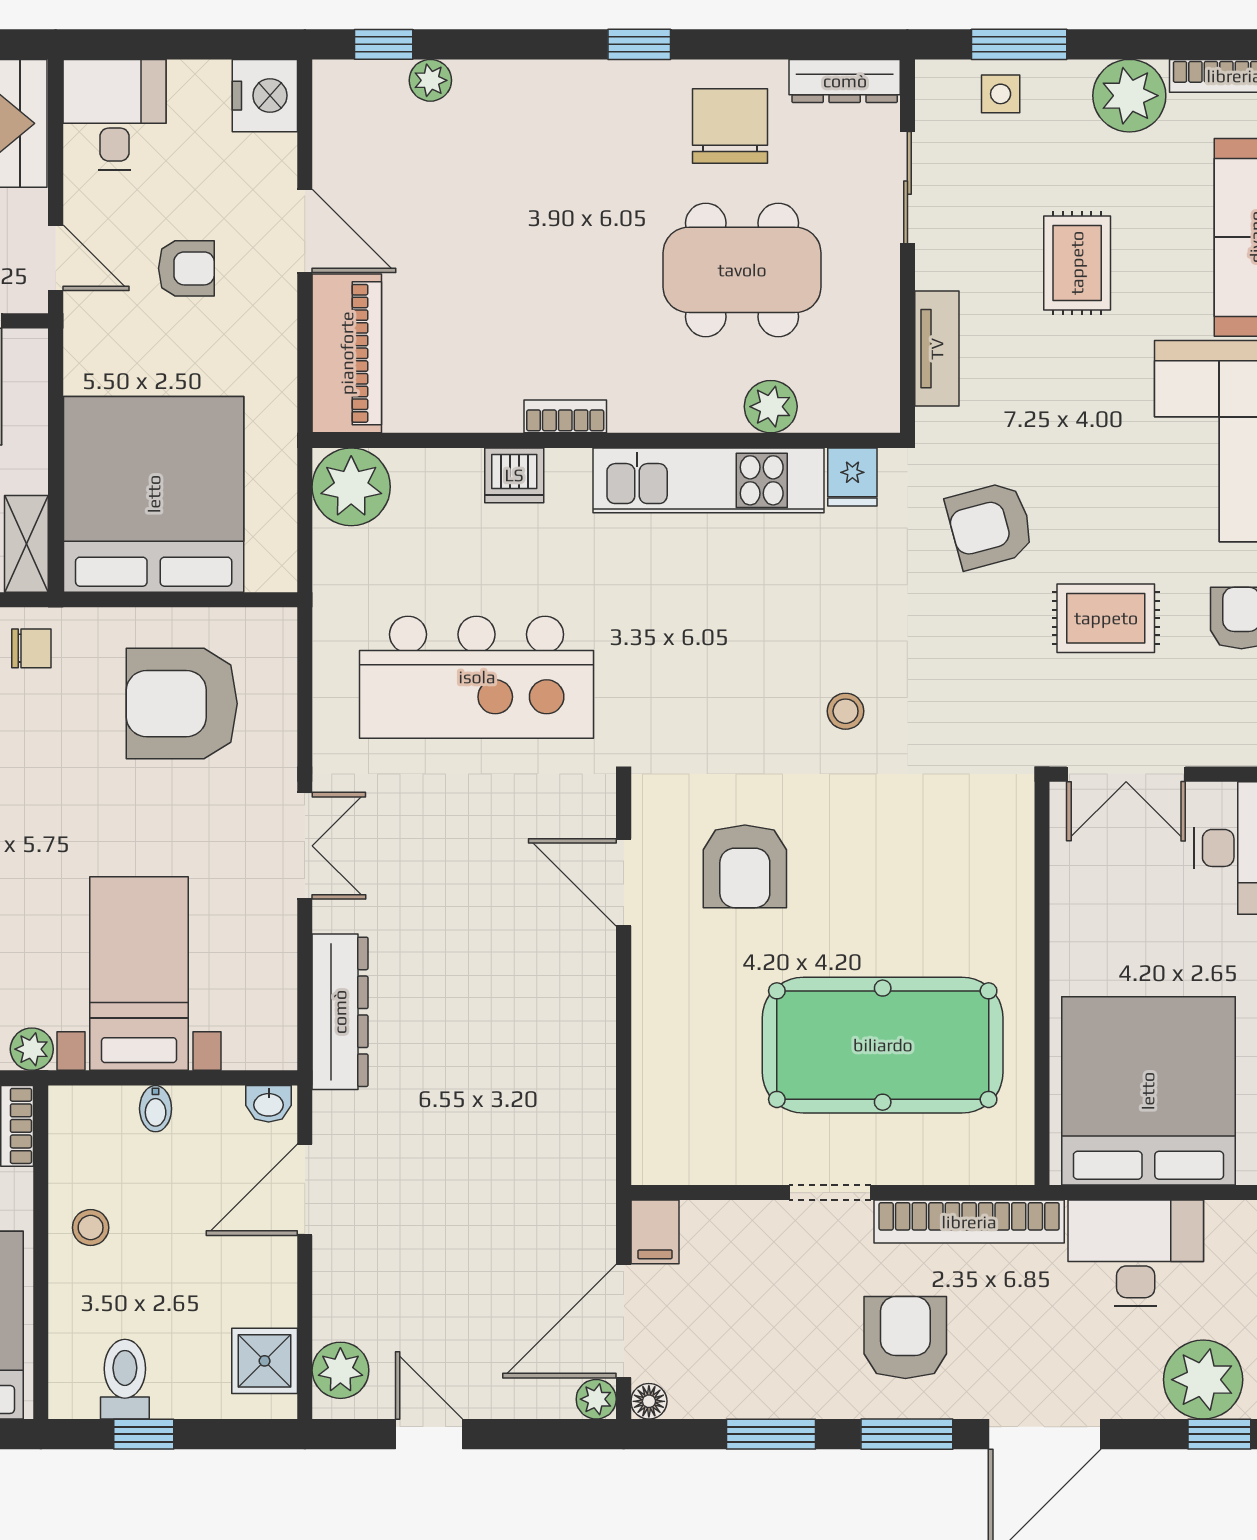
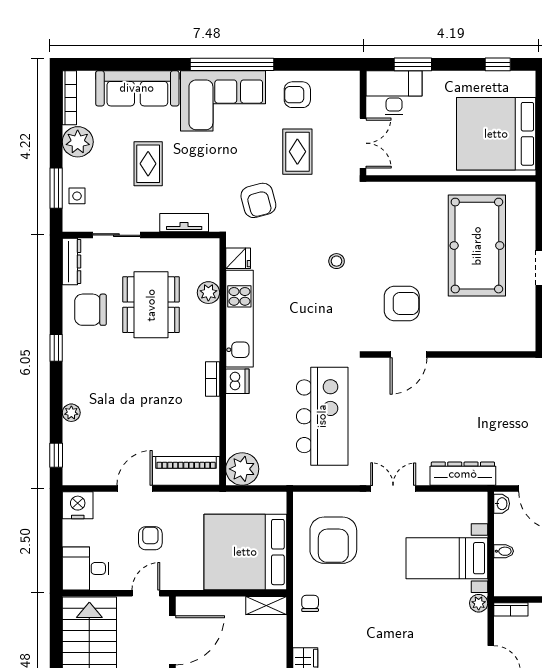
plant: (430, 80) -> (71, 413), moved
rug: (1077, 263) -> (148, 164), turned 90
dishwasher: (514, 475) -> (237, 381), moved

